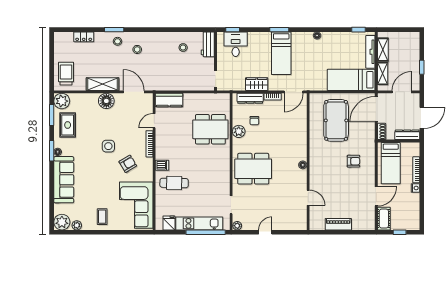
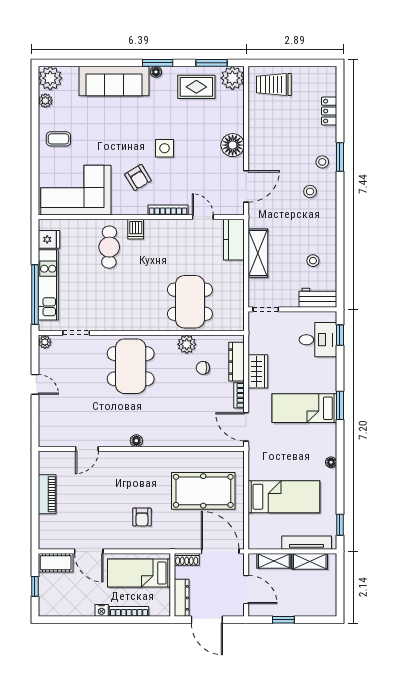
trolley: (66, 74) -> (274, 84), turned 180
bed: (351, 80) -> (284, 497), moved, turned 90
shelving: (103, 84) -> (258, 253), moved

